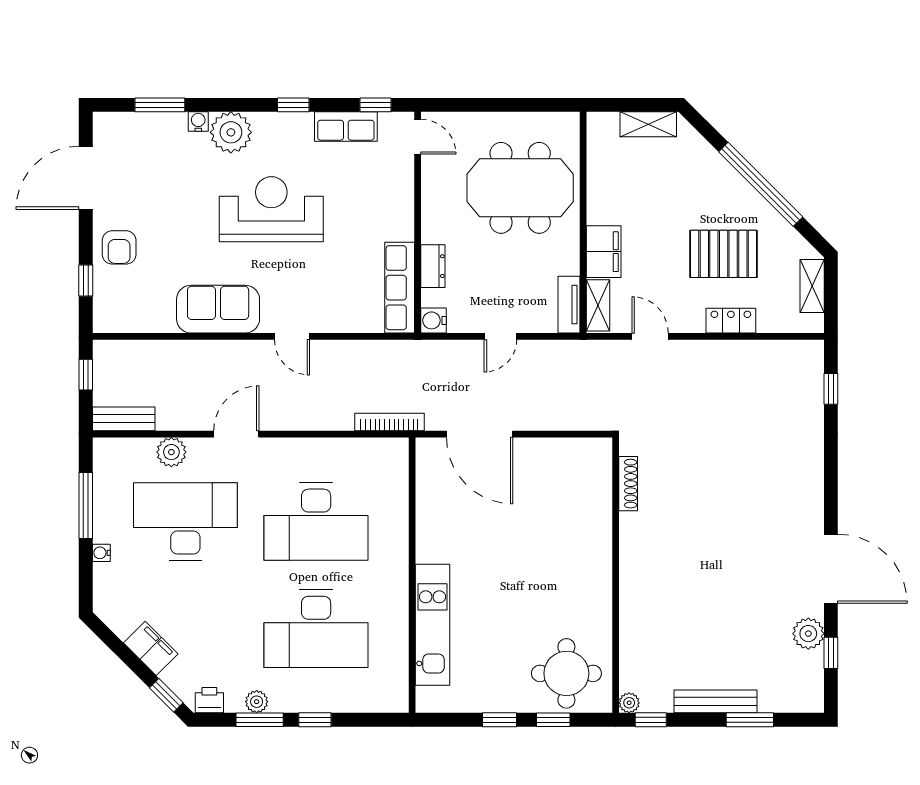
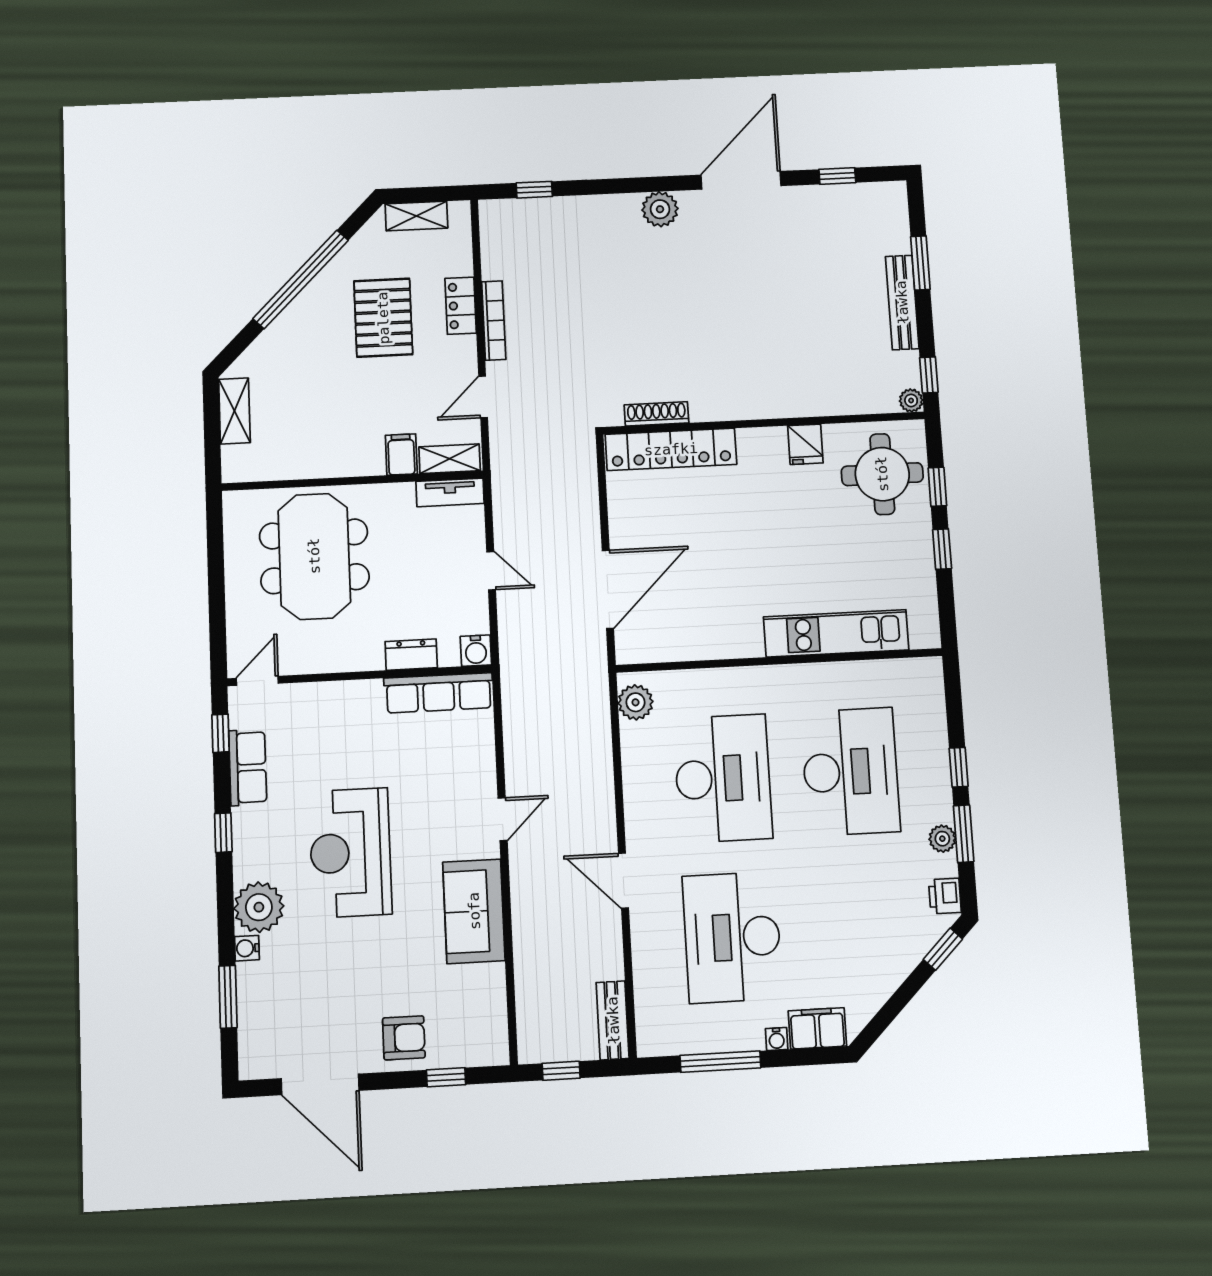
filing cabinet: (604, 252) -> (401, 455), width x0.50
bookcase: (389, 422) -> (494, 321), moved, turned 180
plant: (171, 452) -> (635, 702), moved
locker: (597, 494) -> (671, 449), added
fridge: (596, 609) -> (805, 444), added
plant: (808, 634) -> (660, 209), moved
filing cabinet: (151, 648) -> (817, 1028), moved, turned 45

